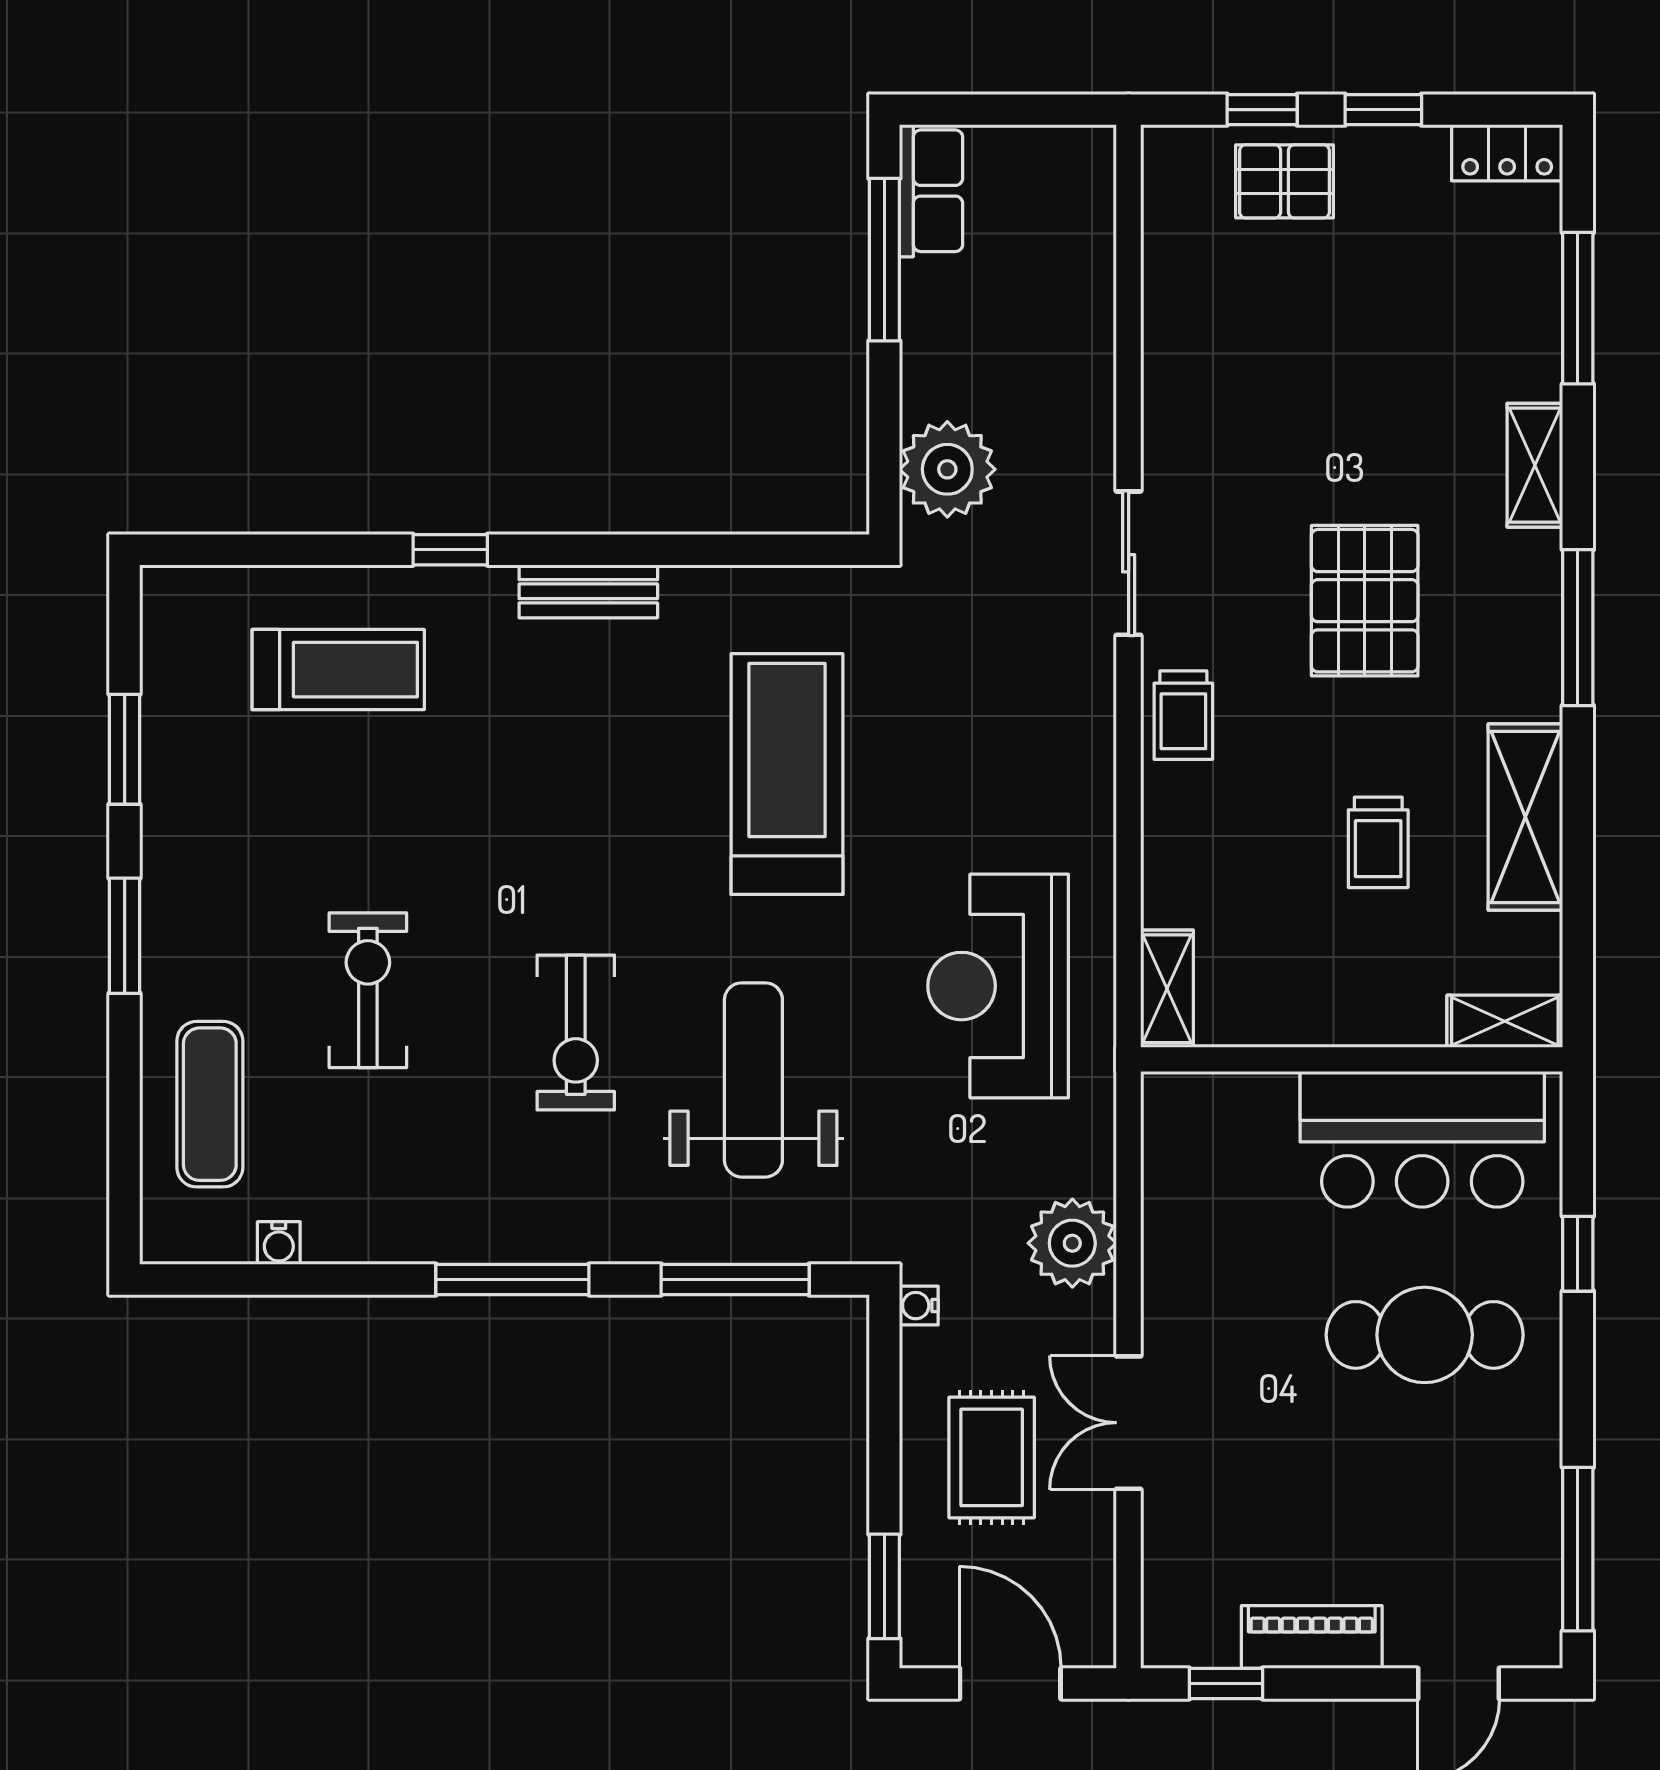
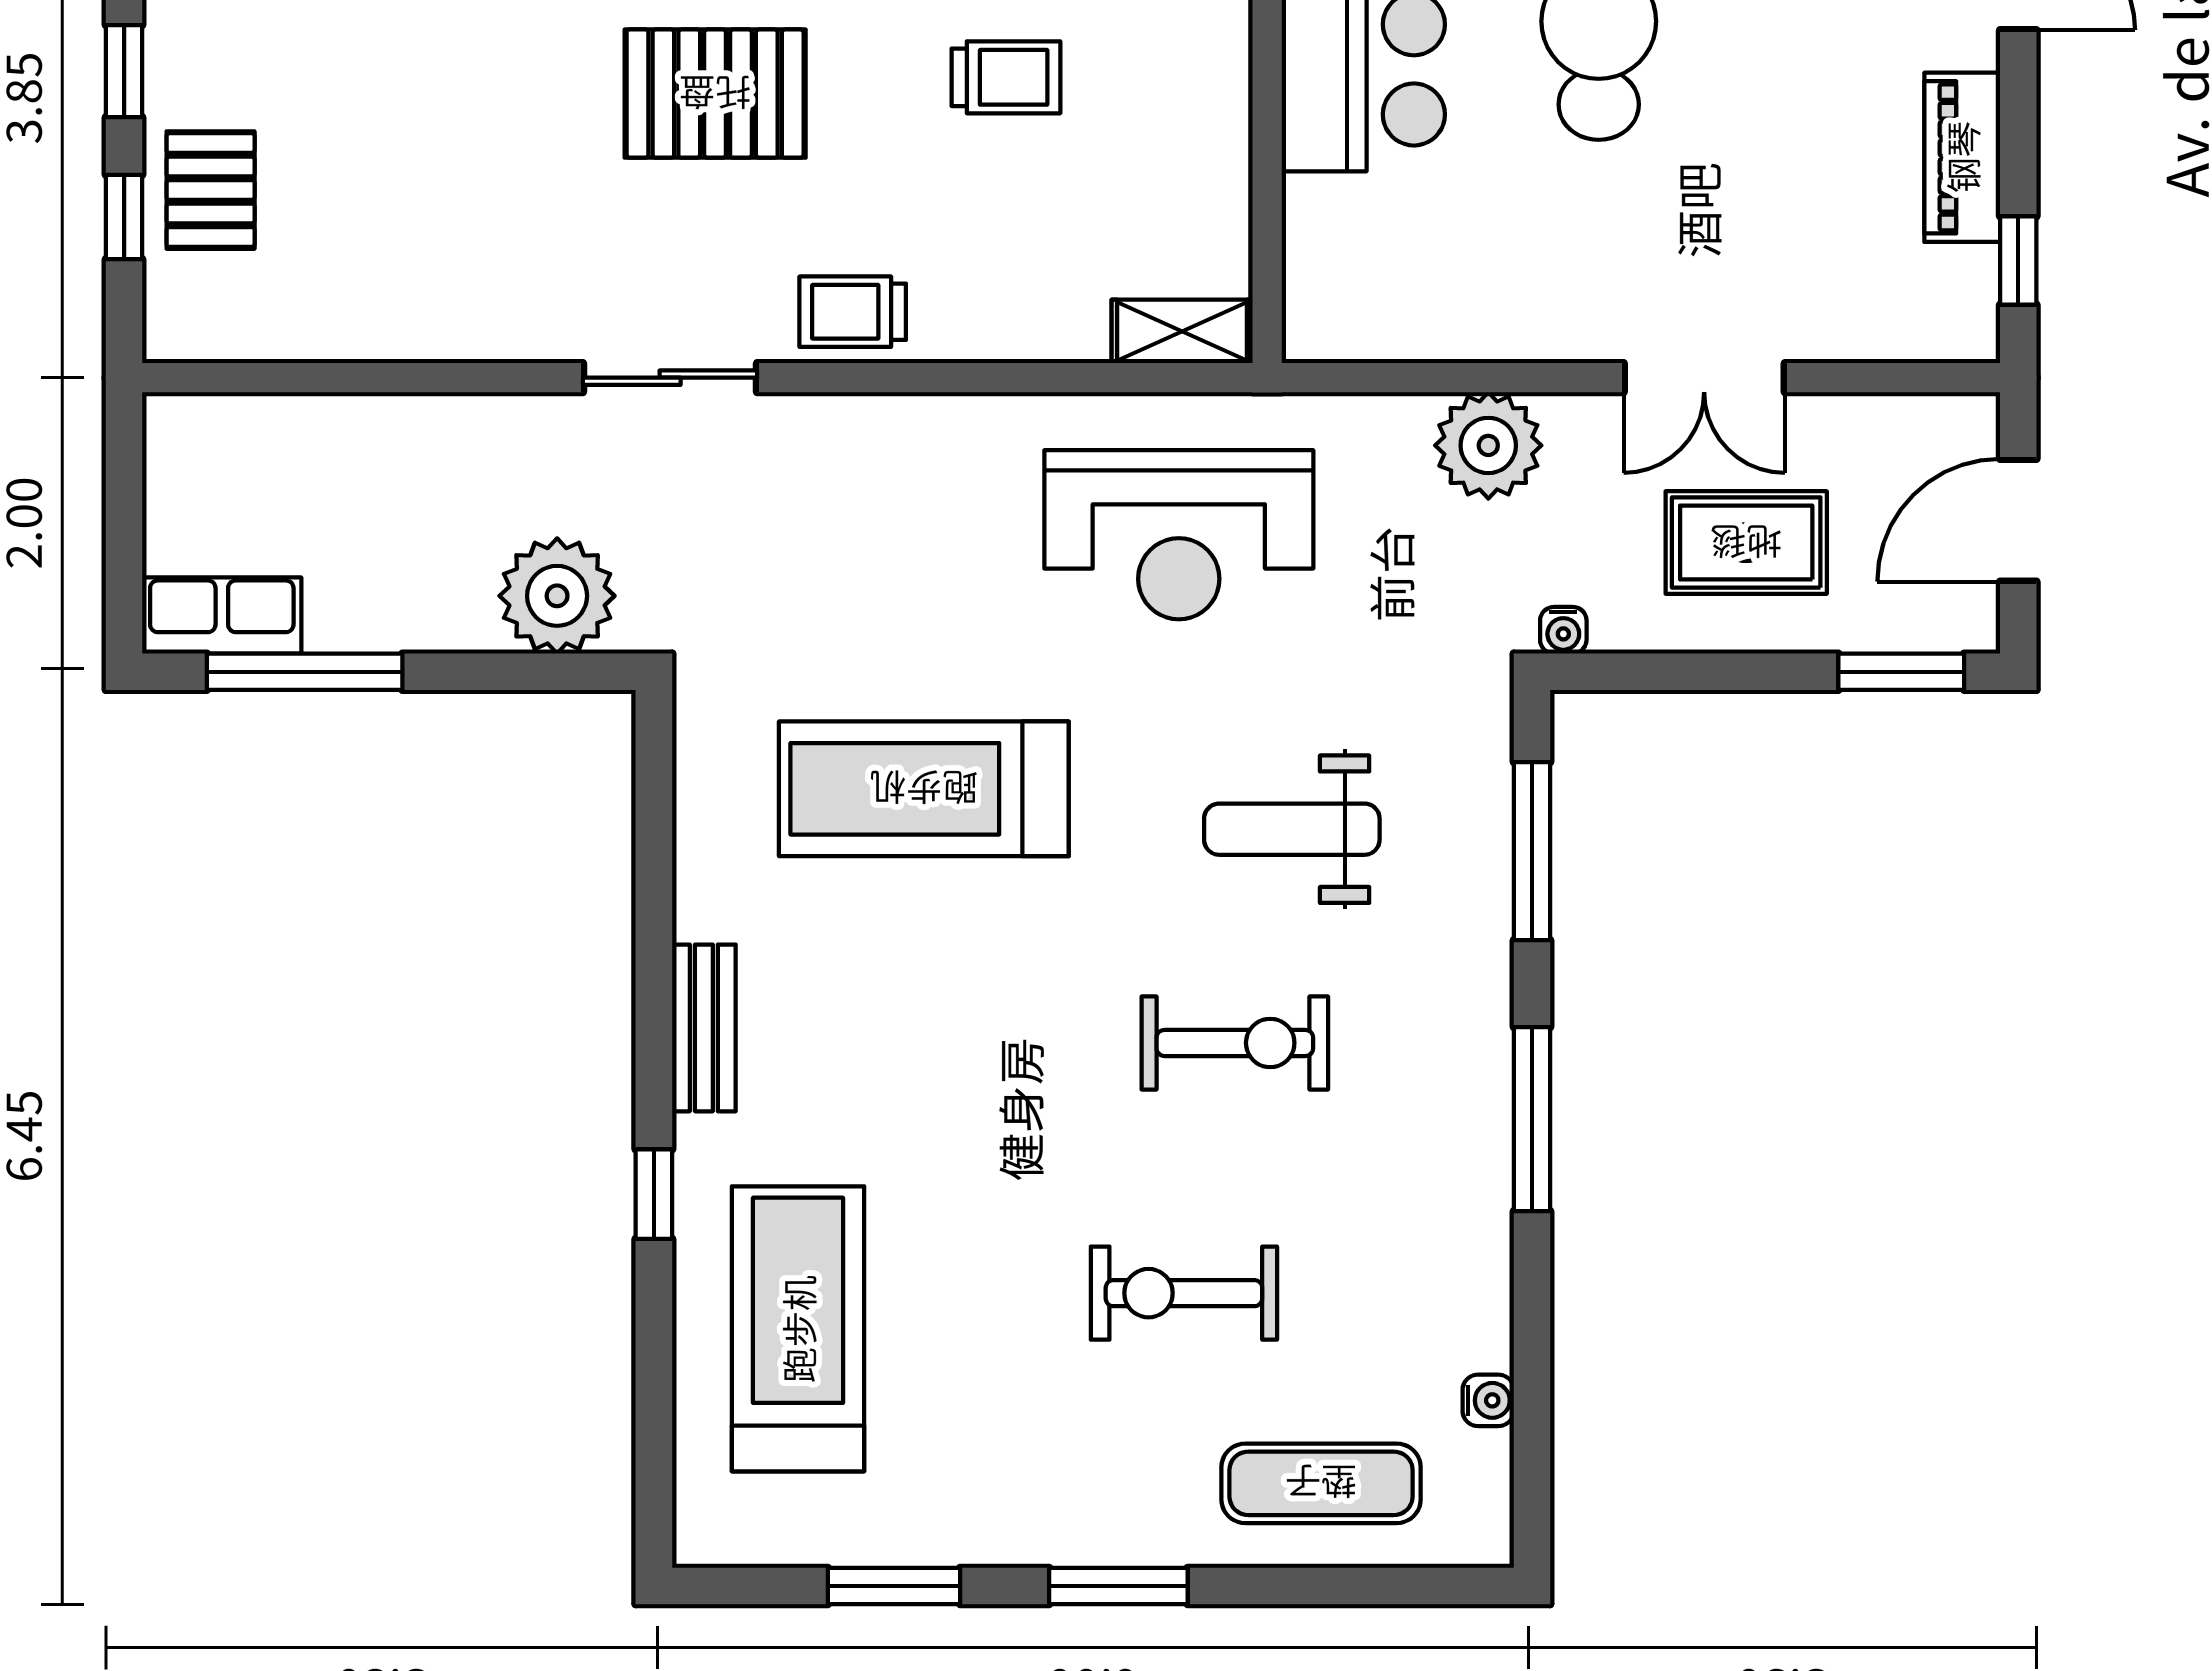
treadmill: (338, 670) -> (798, 1329), width x1.37, depth x1.38
trolley: (1183, 715) -> (853, 312), turned 180
weight bench: (753, 1080) -> (1292, 829), width x0.73, depth x0.75

